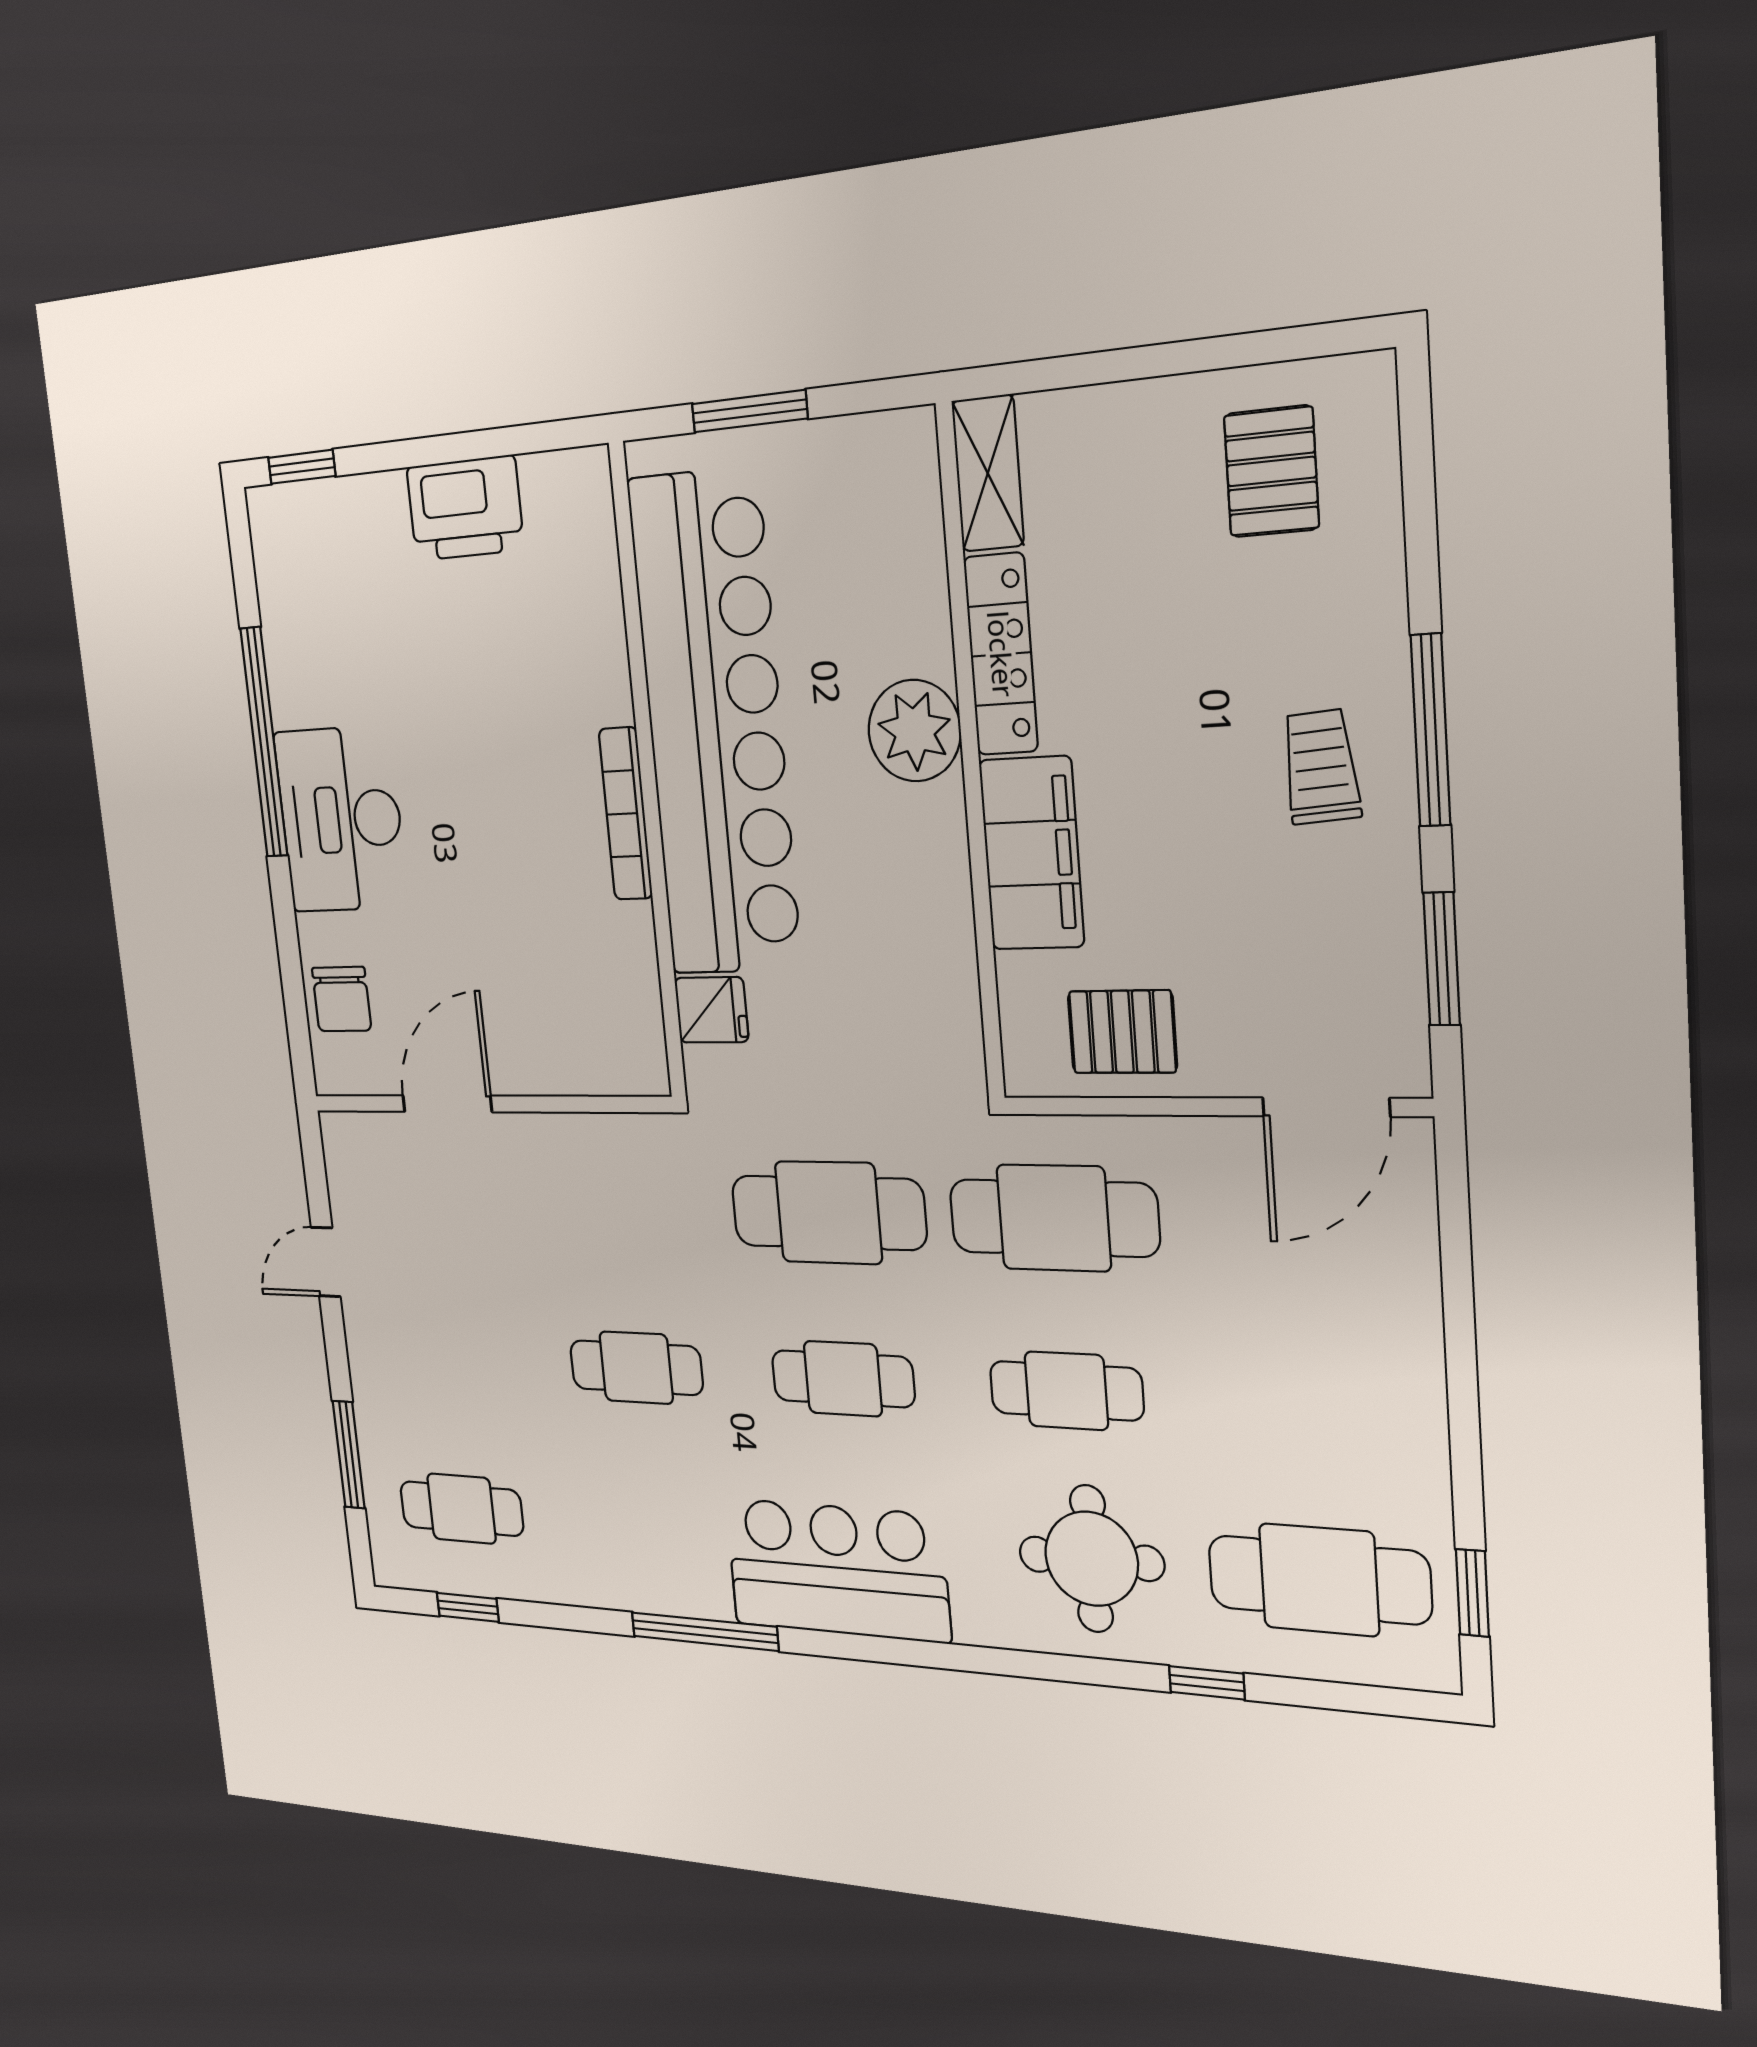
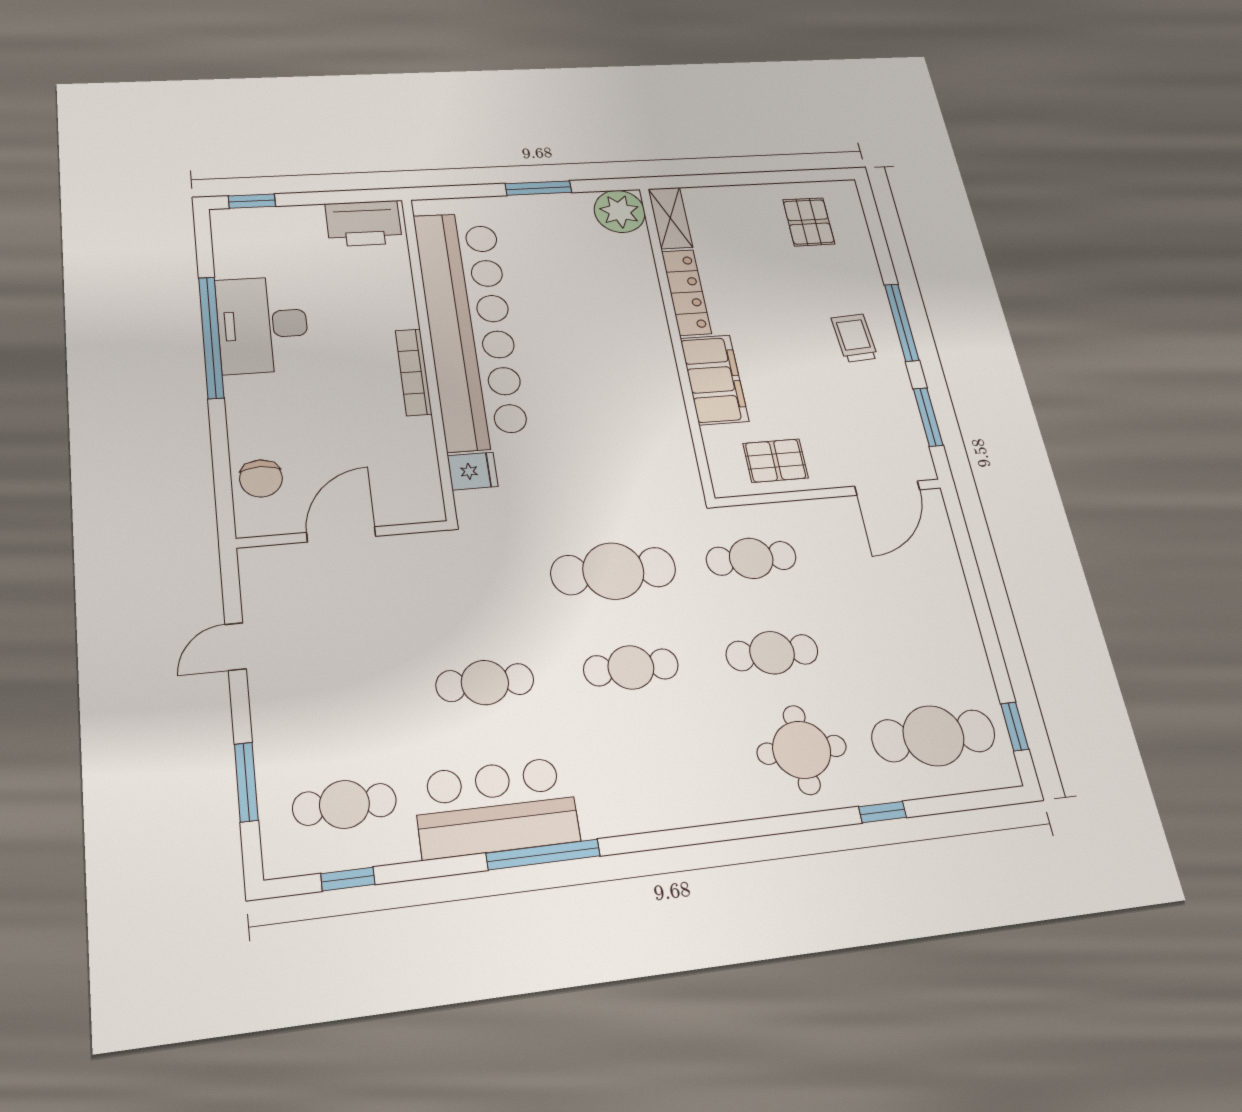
bar counter: (715, 725) -> (470, 328), moved
plant: (914, 731) -> (620, 211), moved
wall: (648, 776) -> (428, 353), moved
bookcase: (626, 814) -> (414, 372), moved
desk: (341, 819) -> (262, 325), moved
fridge: (711, 1010) -> (473, 471), moved
cafe table: (1054, 1218) -> (751, 558), width x0.73, depth x0.74
bar counter: (837, 1570) -> (496, 807), moved

